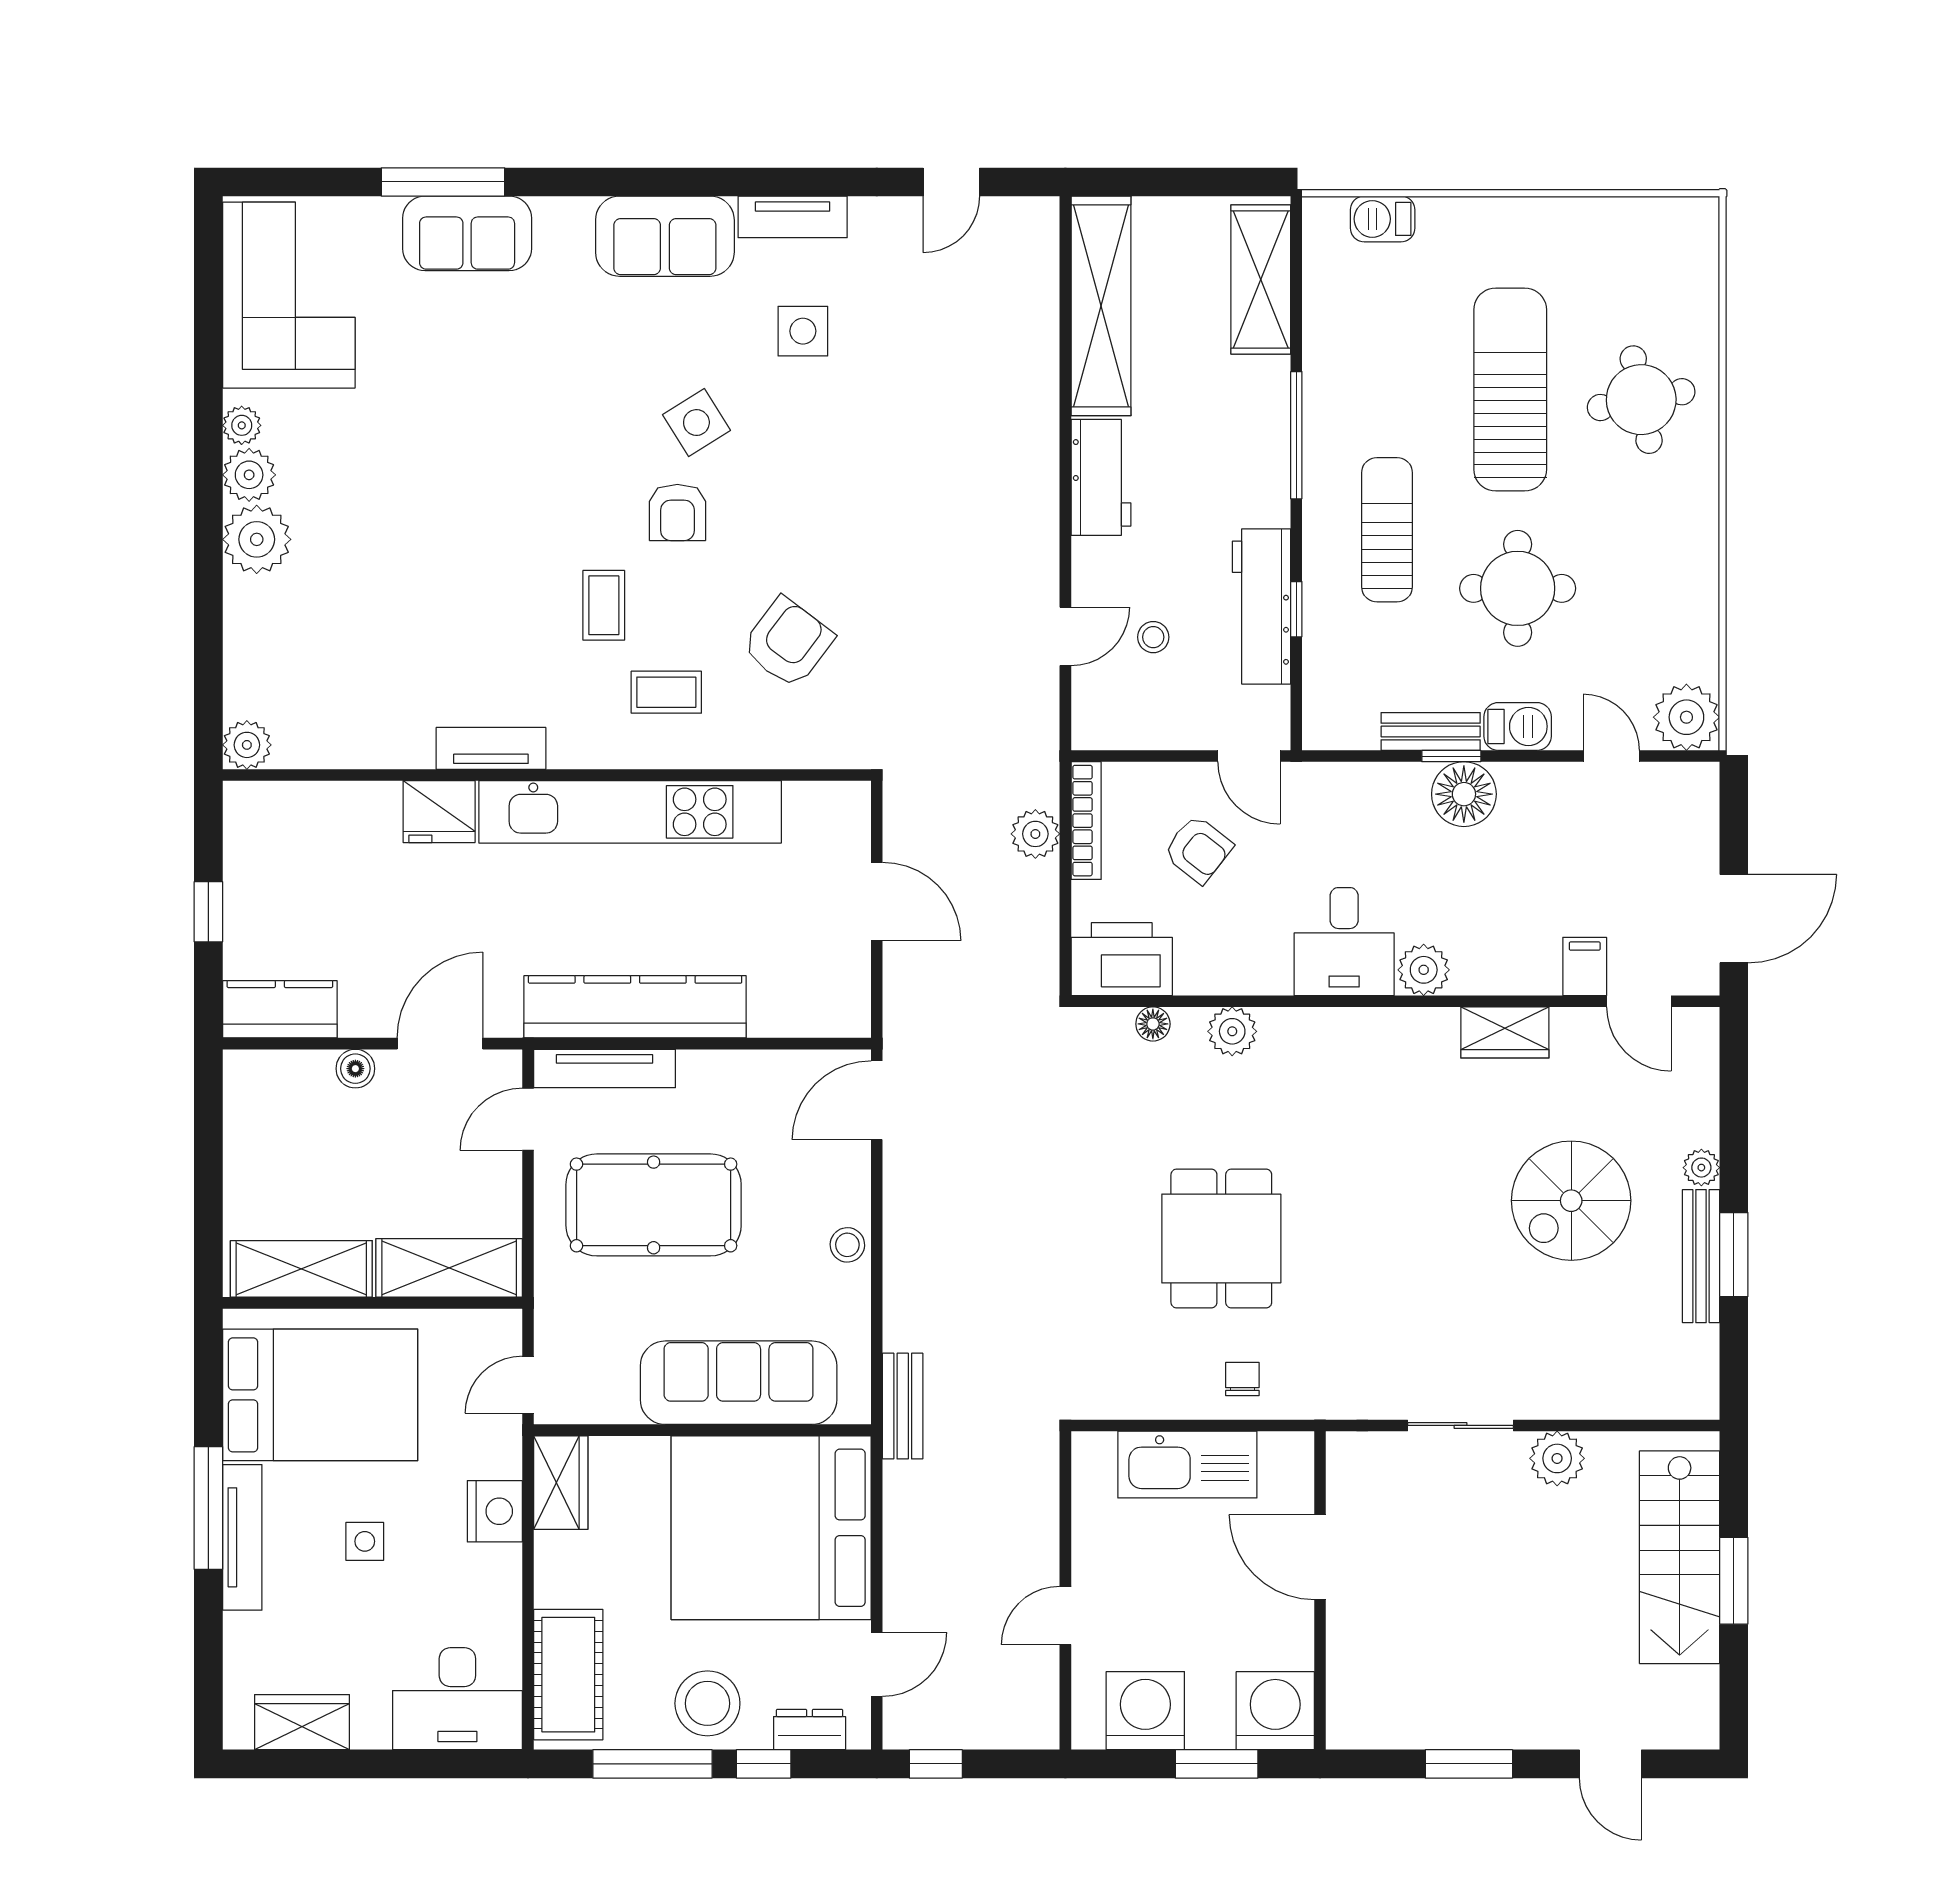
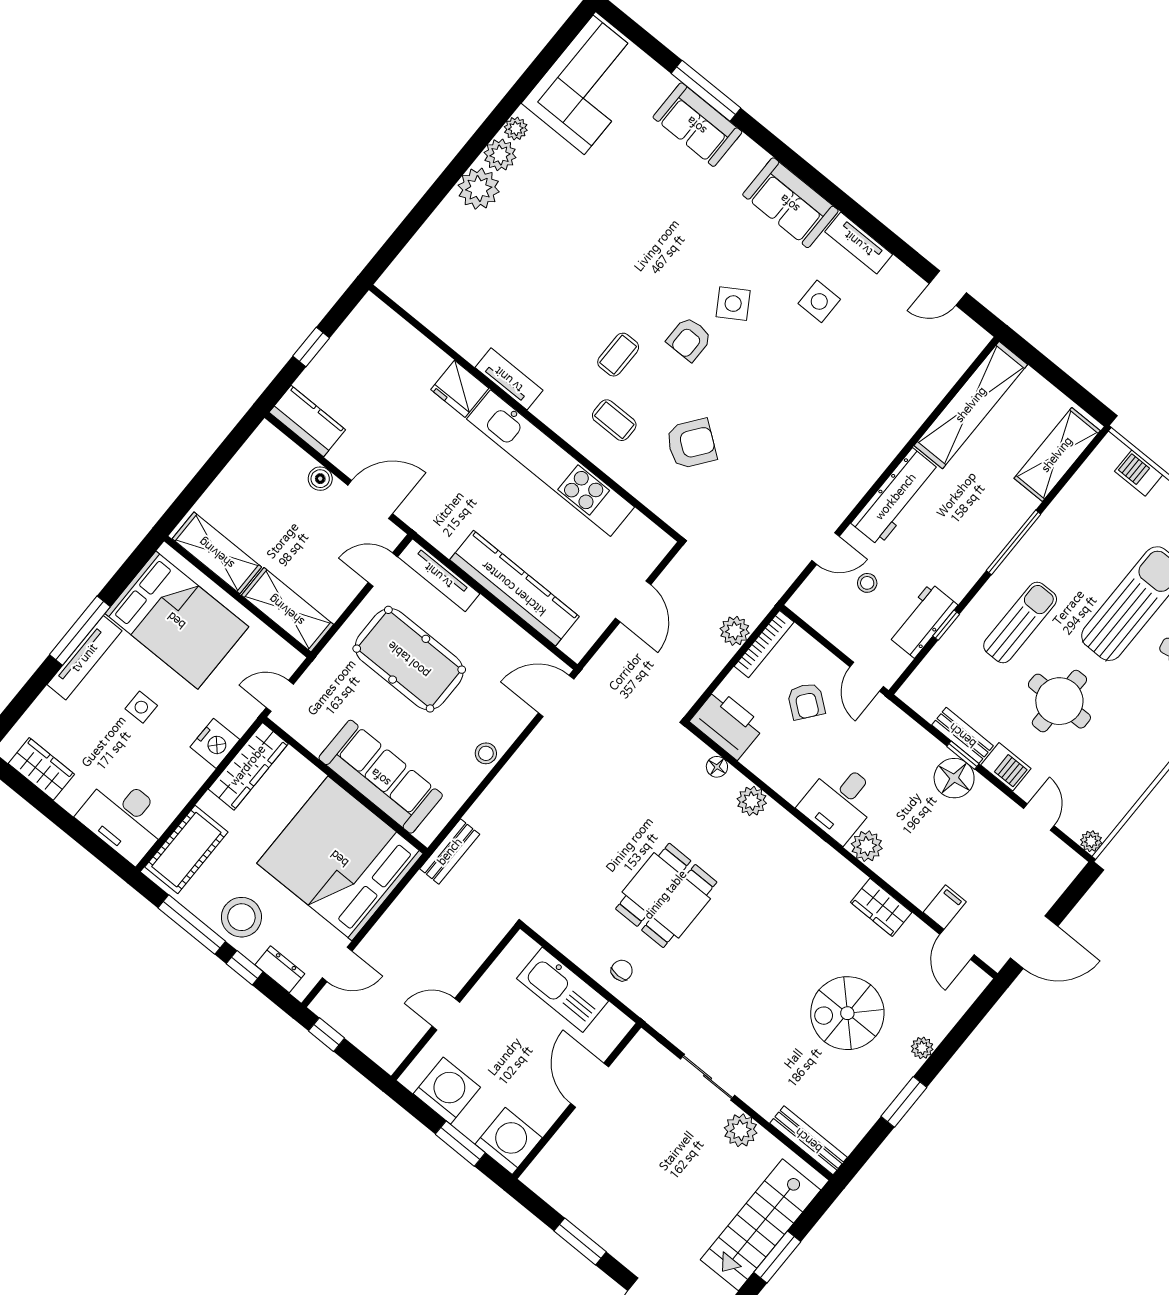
workbench: (1101, 477) -> (896, 497), width x1.38
workbench: (1262, 606) -> (922, 620), width x0.73
plant: (1686, 717) -> (1091, 841), width x0.53, depth x0.53
plant: (247, 745) -> (394, 283), removed
kitchen counter: (635, 1007) -> (514, 588), moved
bench: (1701, 1256) -> (809, 1140), moved, turned 90
wardrobe: (561, 1483) -> (248, 766), width x1.50

